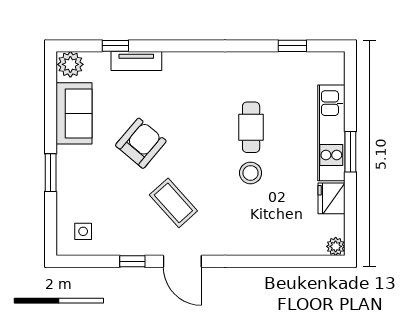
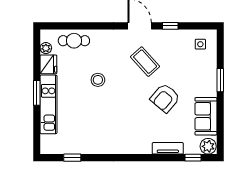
window: (115, 46) -> (193, 158), moved
cafe table: (251, 127) -> (74, 41), moved, turned 90
plant: (336, 246) -> (46, 48), moved

